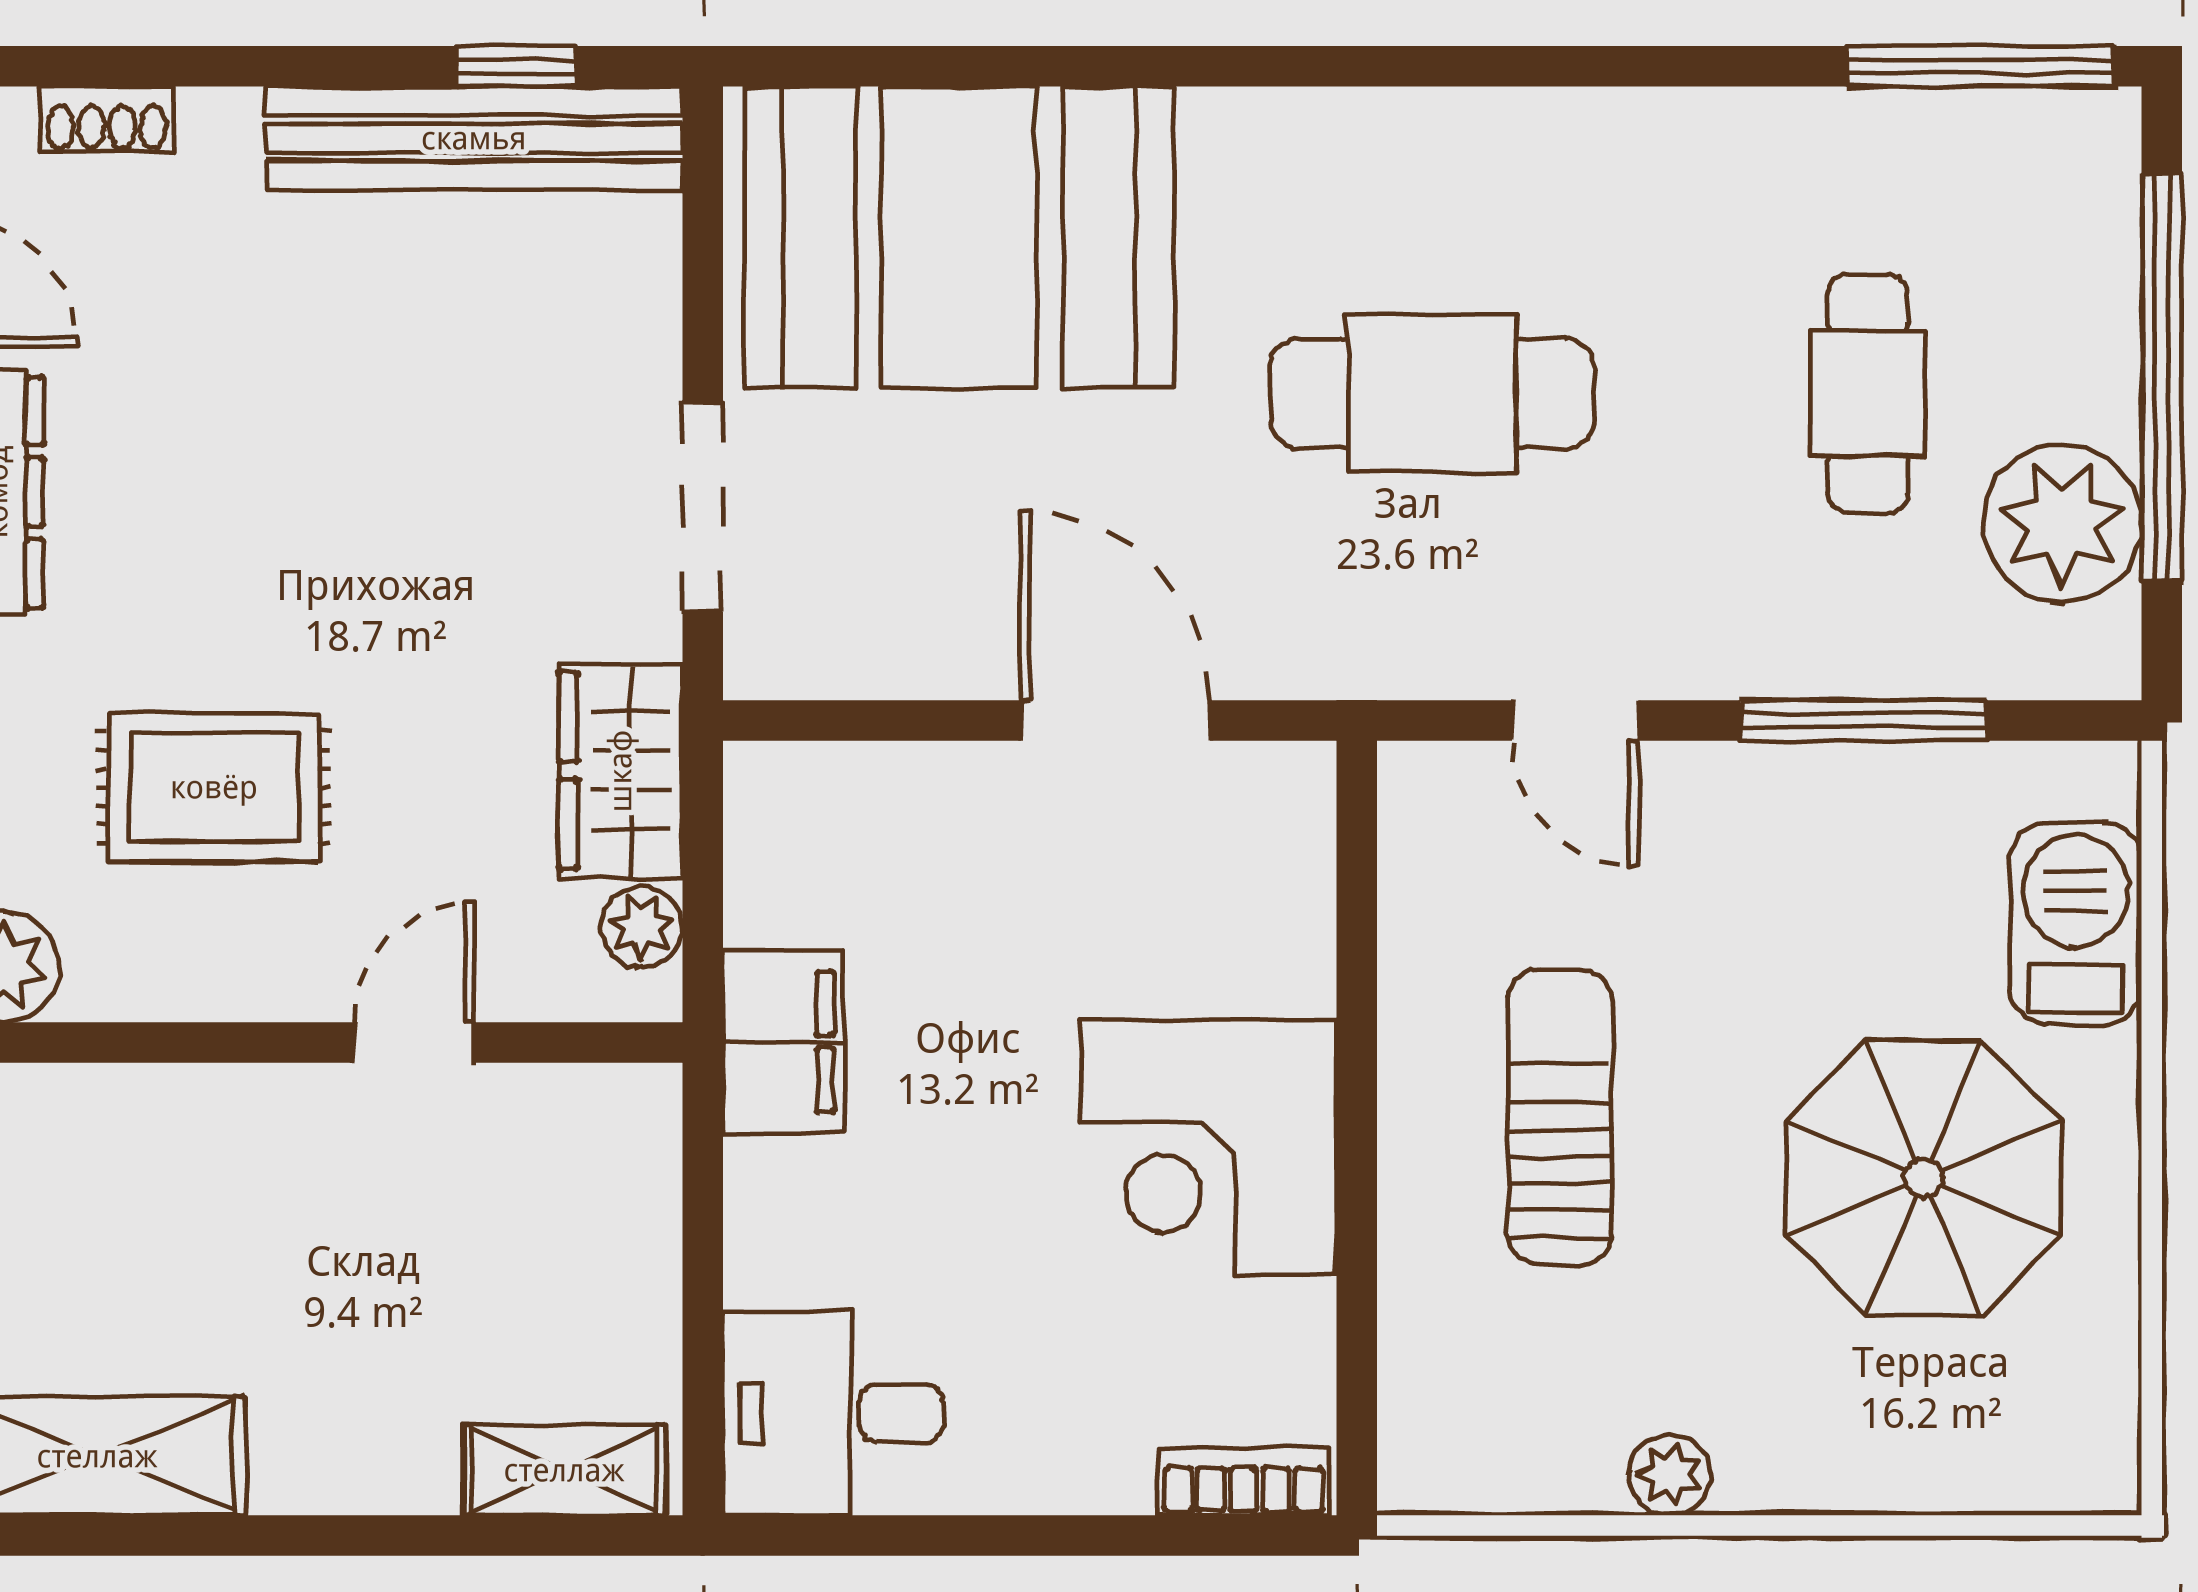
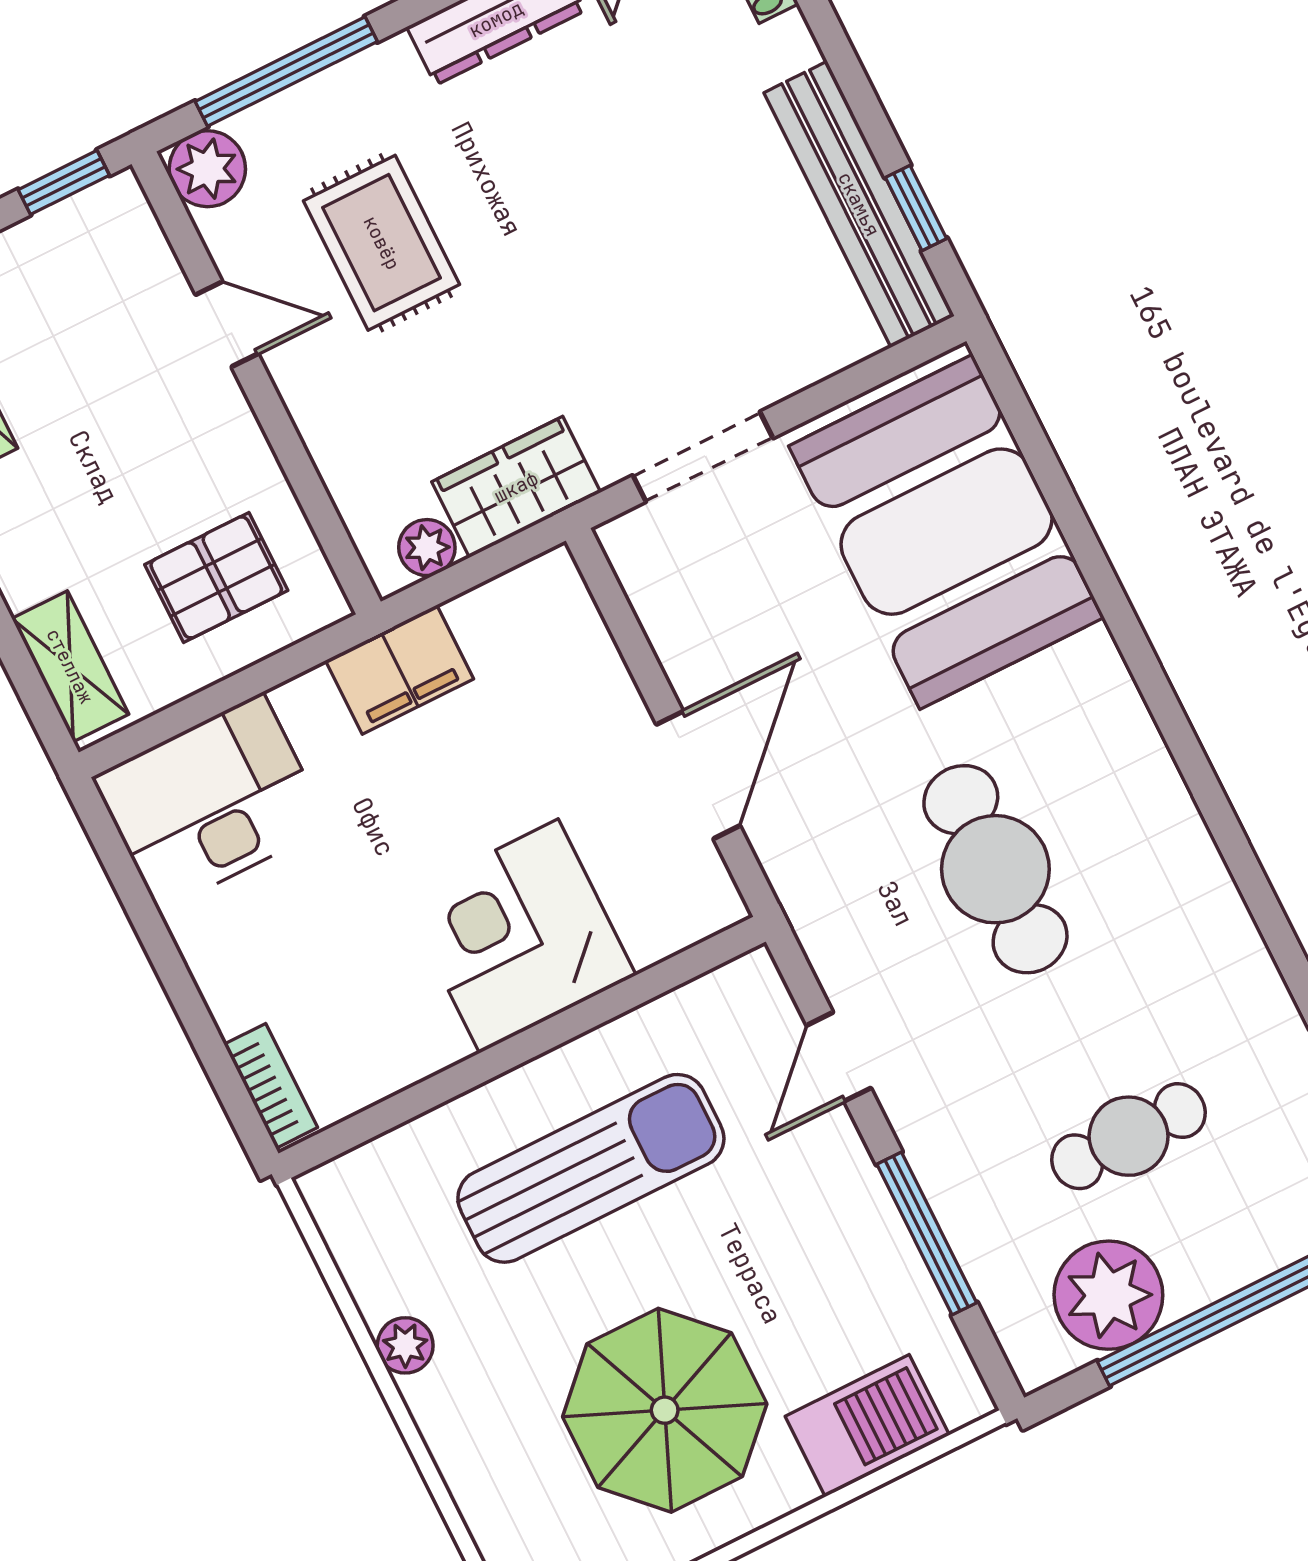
door: (414, 1042) -> (227, 324), moved
sun lounger: (1560, 1117) -> (591, 1168), width x1.36, depth x1.34
corner desk: (1209, 1148) -> (519, 936), moved
pallet: (543, 1221) -> (216, 577), added
desk: (833, 1413) -> (211, 802), width x1.37

